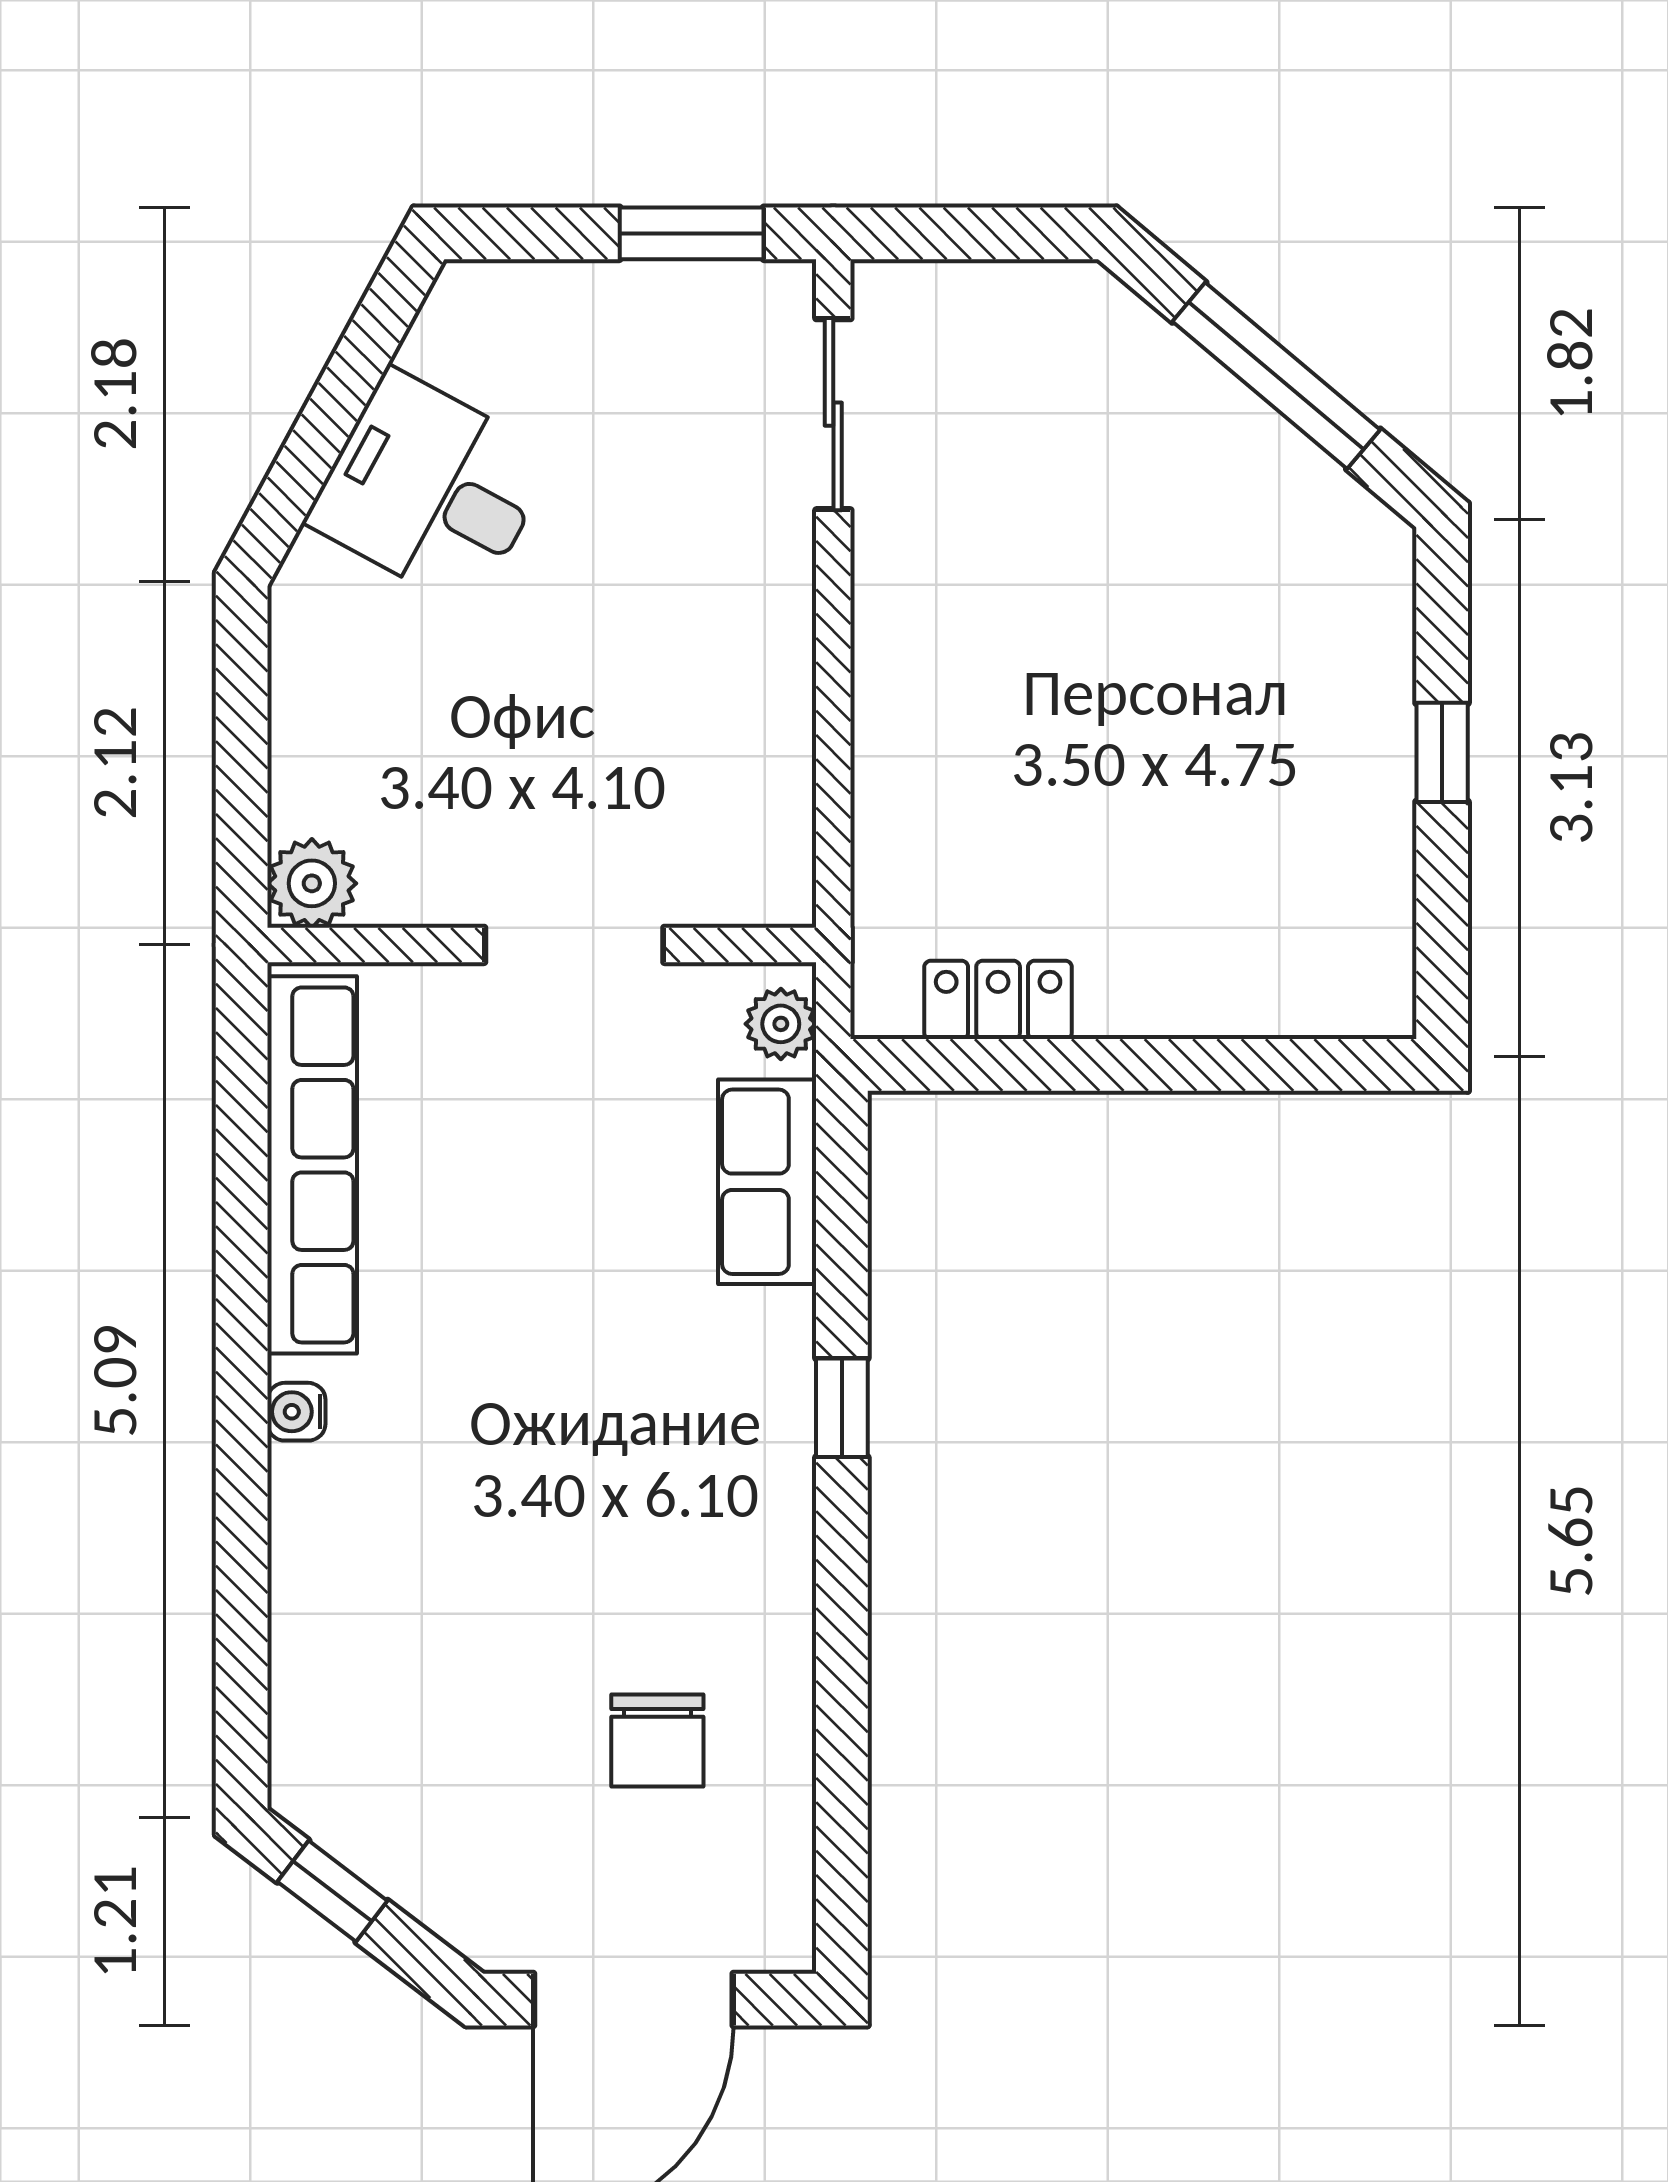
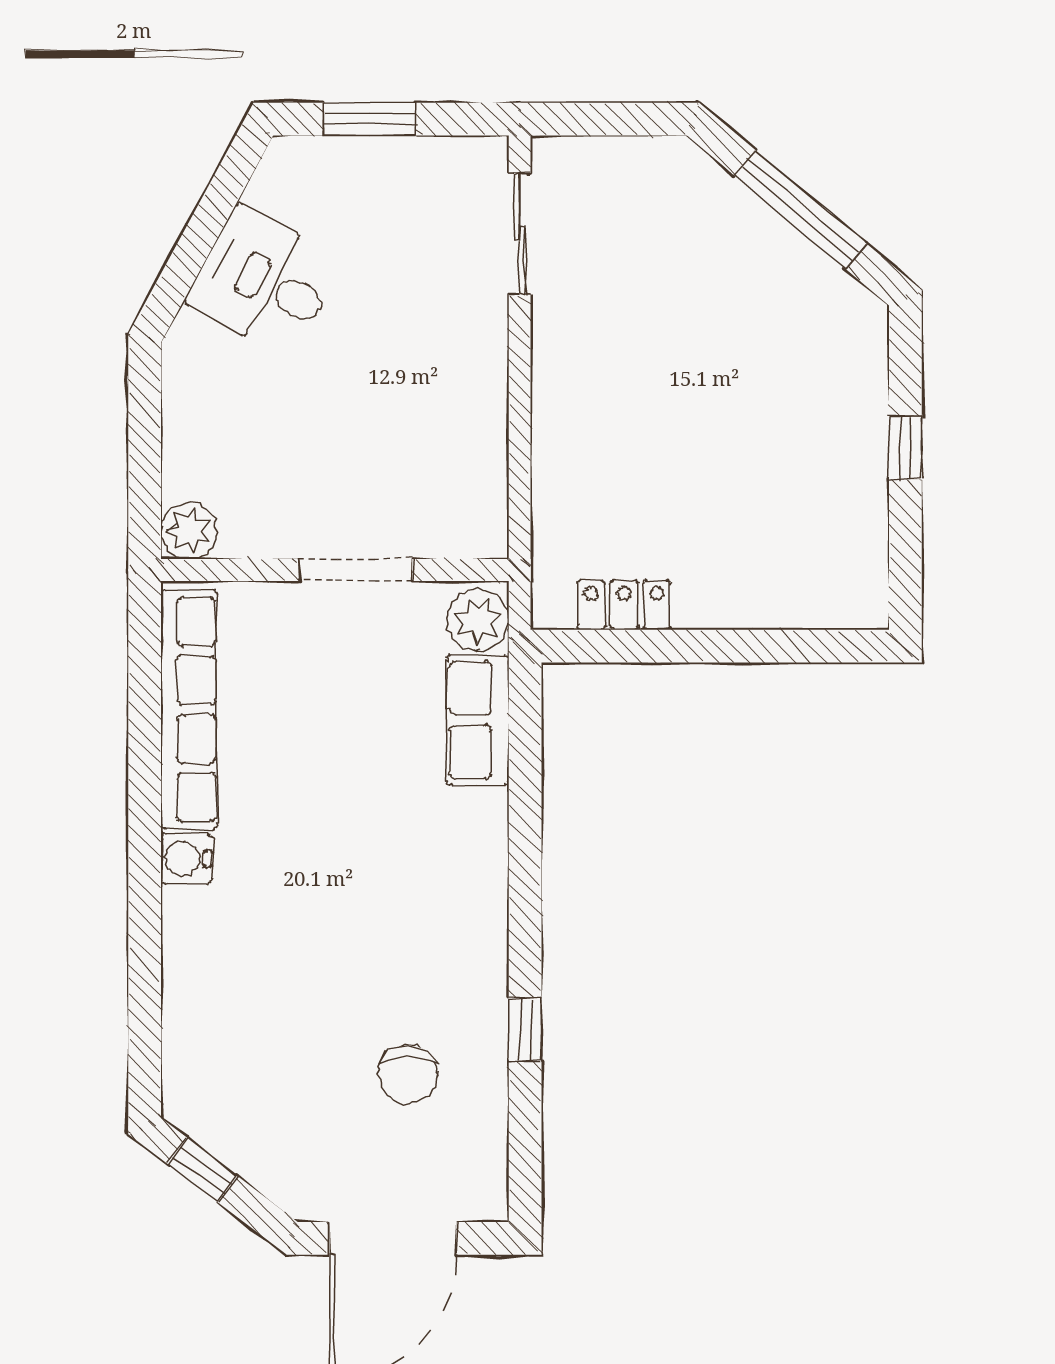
window: (692, 233) -> (370, 119), moved
plant: (781, 1024) -> (478, 620), width x1.38, depth x1.38
window: (842, 1408) -> (525, 1030), moved
water cooler: (296, 1412) -> (186, 859), width x1.38, depth x1.38

